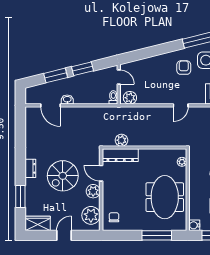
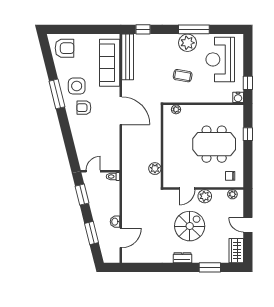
window: (82, 69) -> (82, 195), moved
plant: (130, 98) -> (113, 160), removed
door: (181, 105) -> (121, 111), width x1.88
dresser: (120, 155) -> (169, 170), removed
spiral stairs: (63, 176) -> (190, 226), turned -90
meeting table: (165, 197) -> (214, 144), moved
plant: (91, 215) -> (232, 194), width x0.53, depth x0.53
window: (157, 235) -> (248, 134), width x0.46

